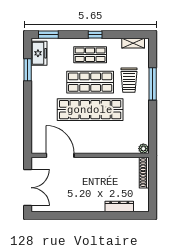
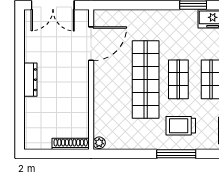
shop shelf: (90, 82) -> (178, 79), width x0.70, depth x0.74
dresser: (119, 206) -> (30, 80), moved

